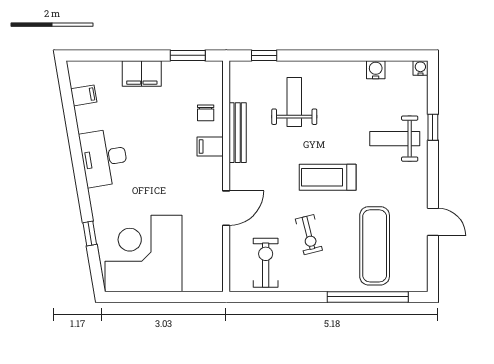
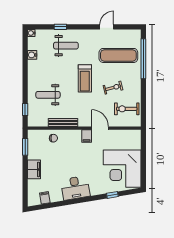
weight bench: (395, 139) -> (66, 46), turned -90
filing cabinet: (210, 147) -> (87, 136), moved

